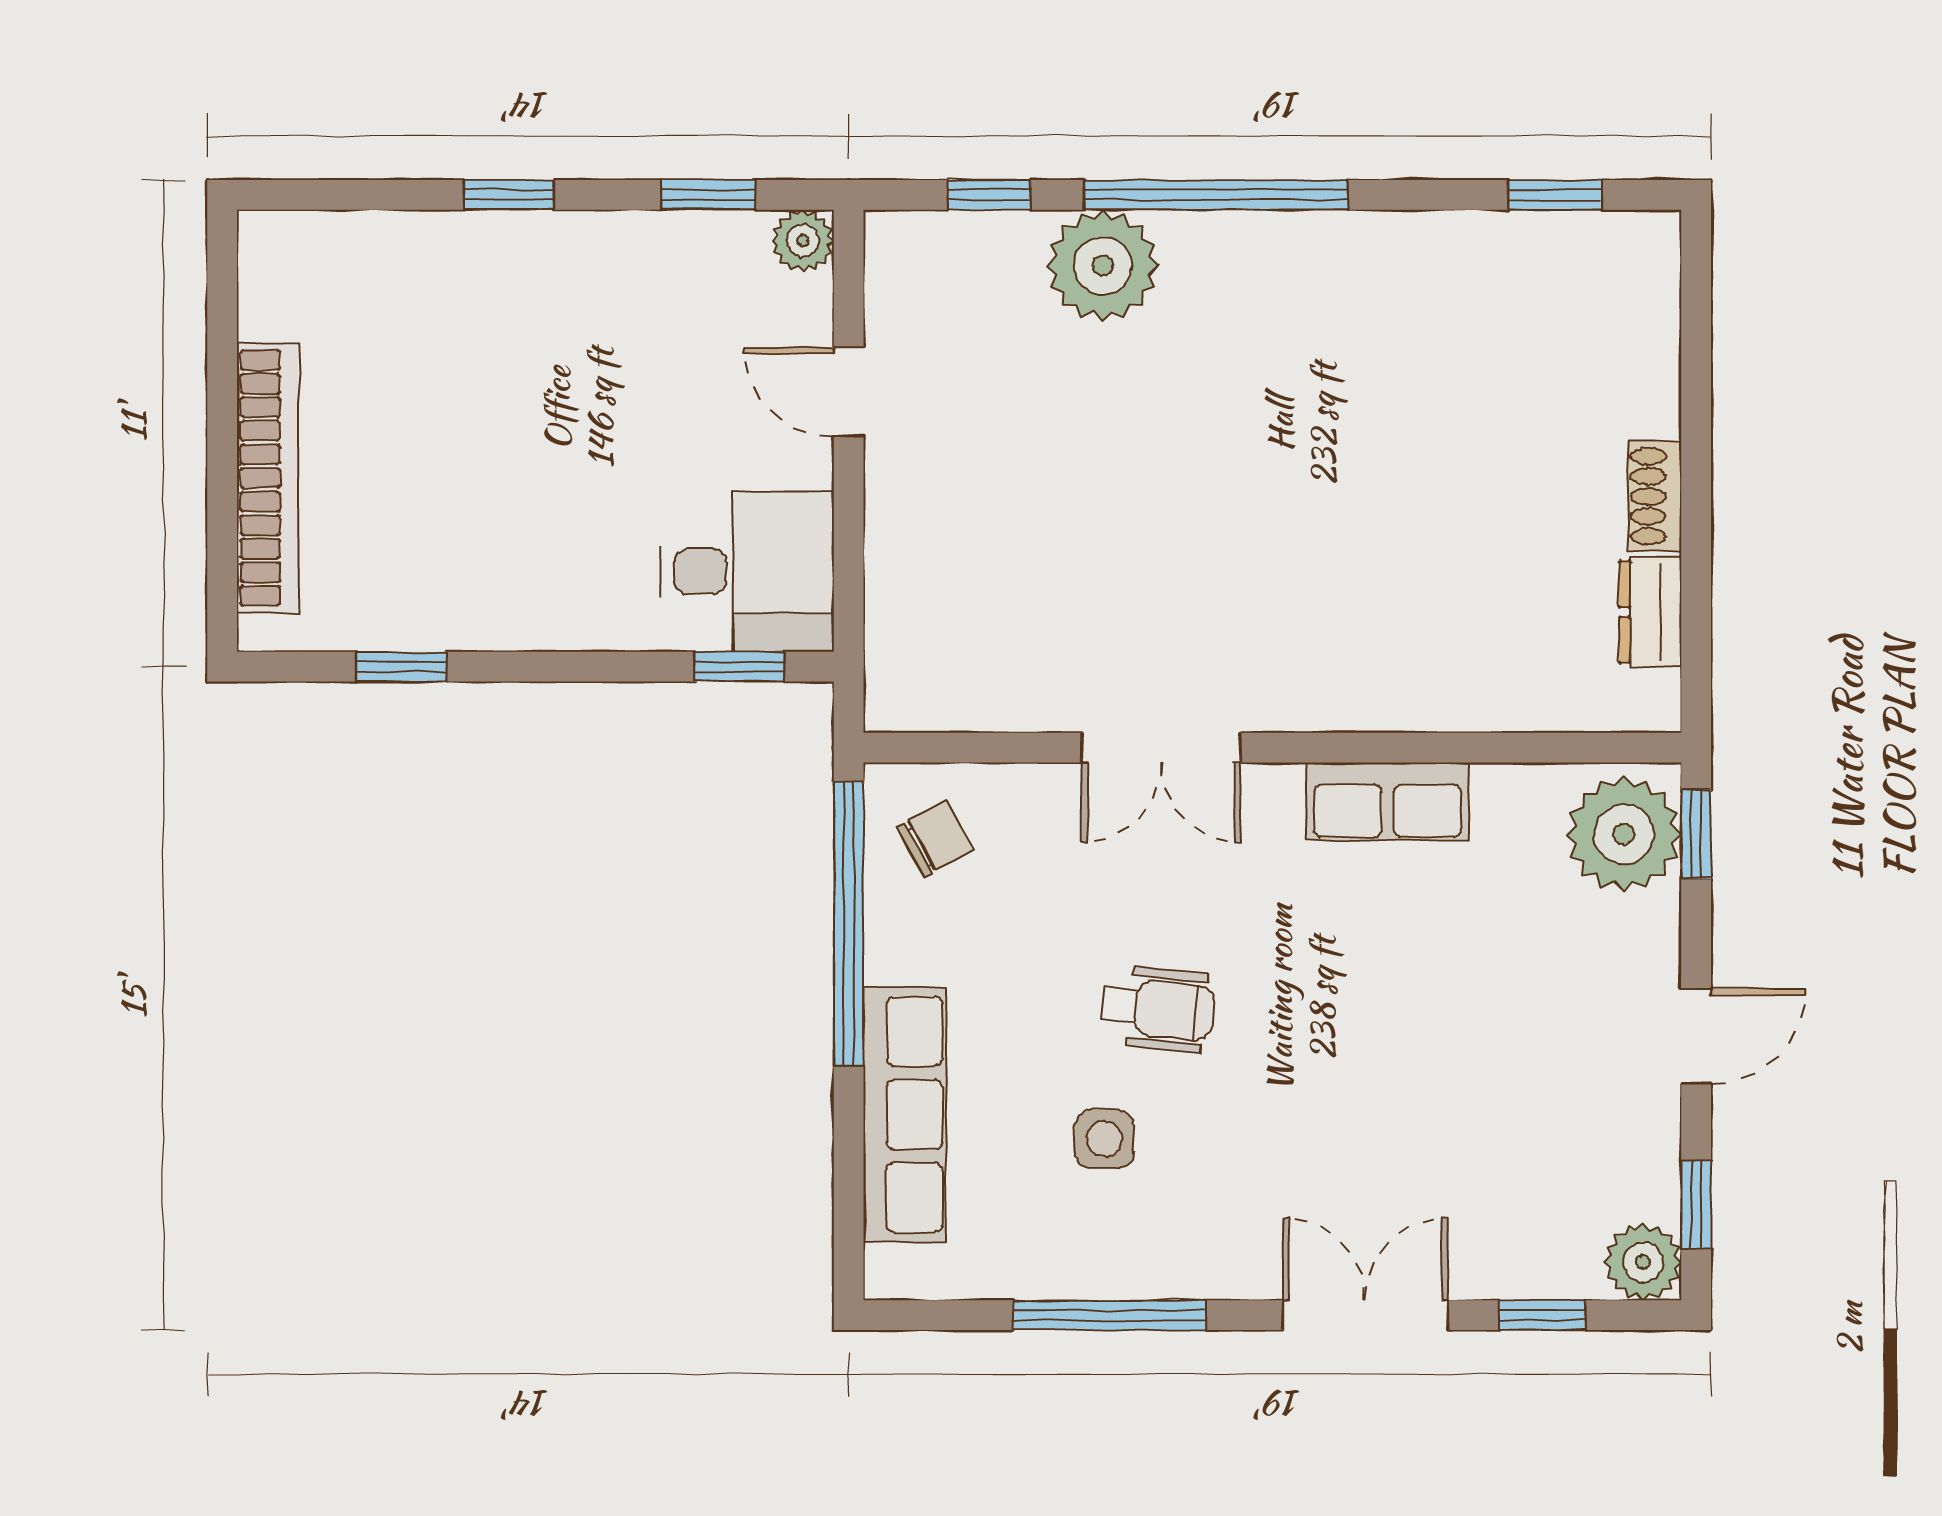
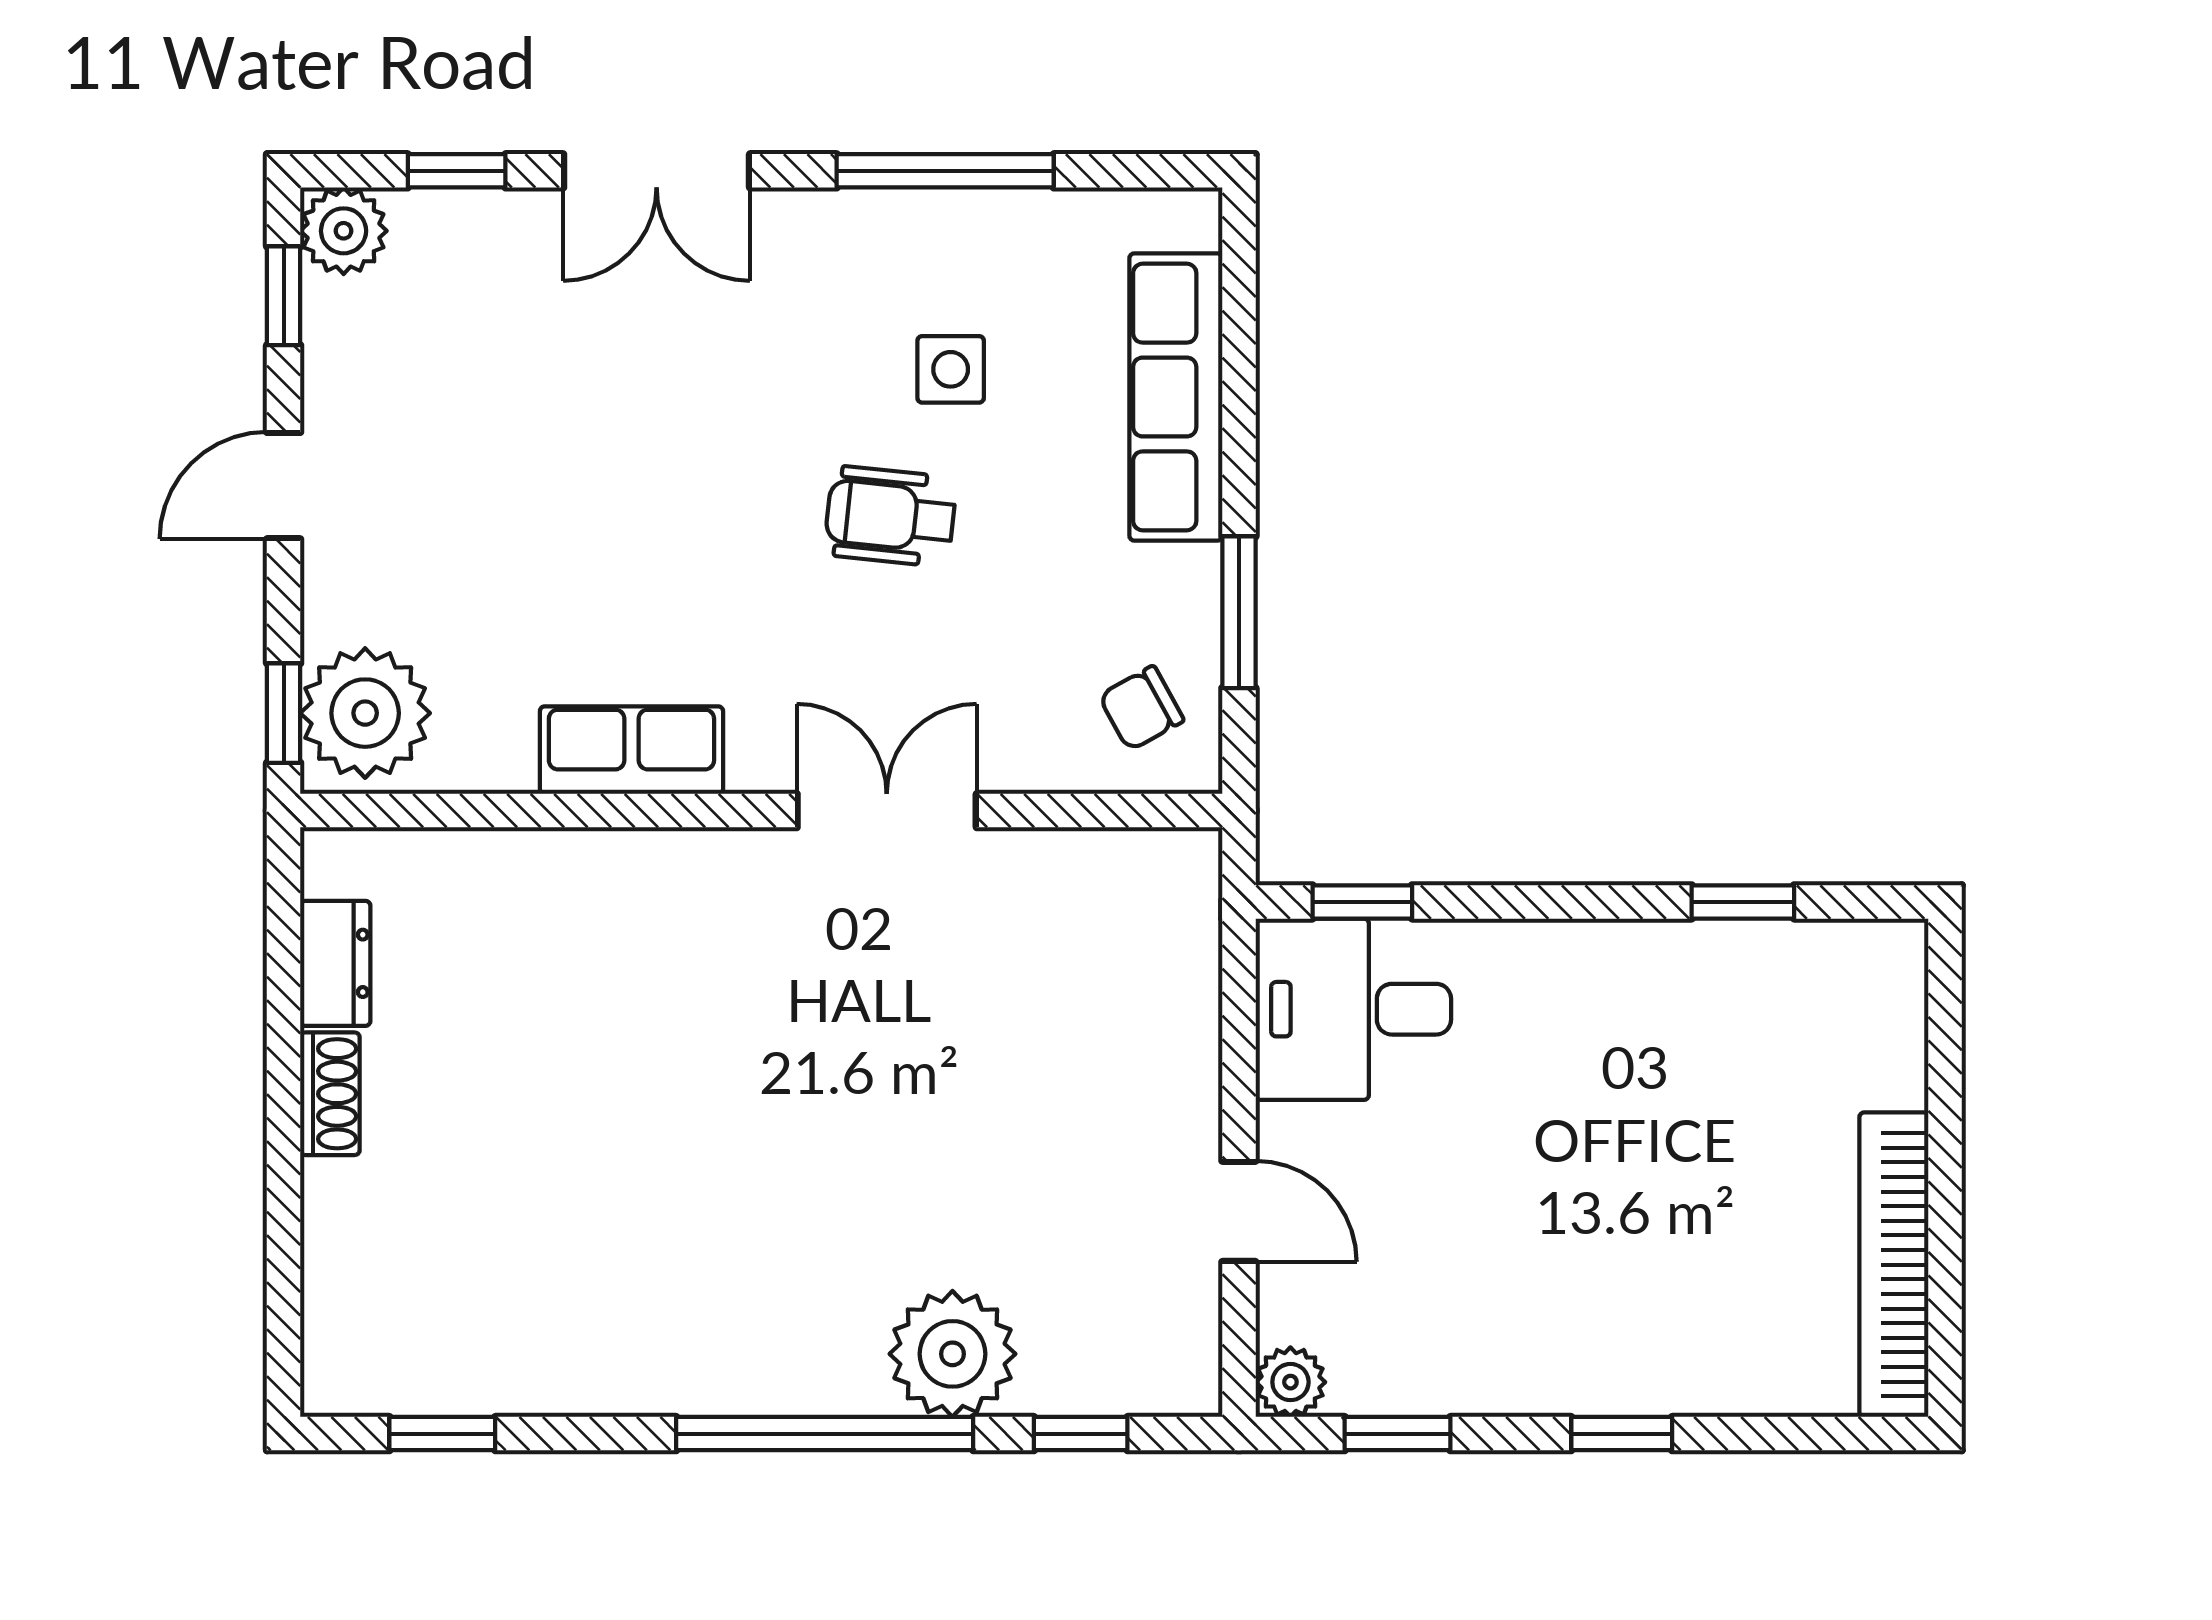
bookcase: (268, 478) -> (1894, 1265), moved
window: (849, 924) -> (1239, 612), width x0.47

